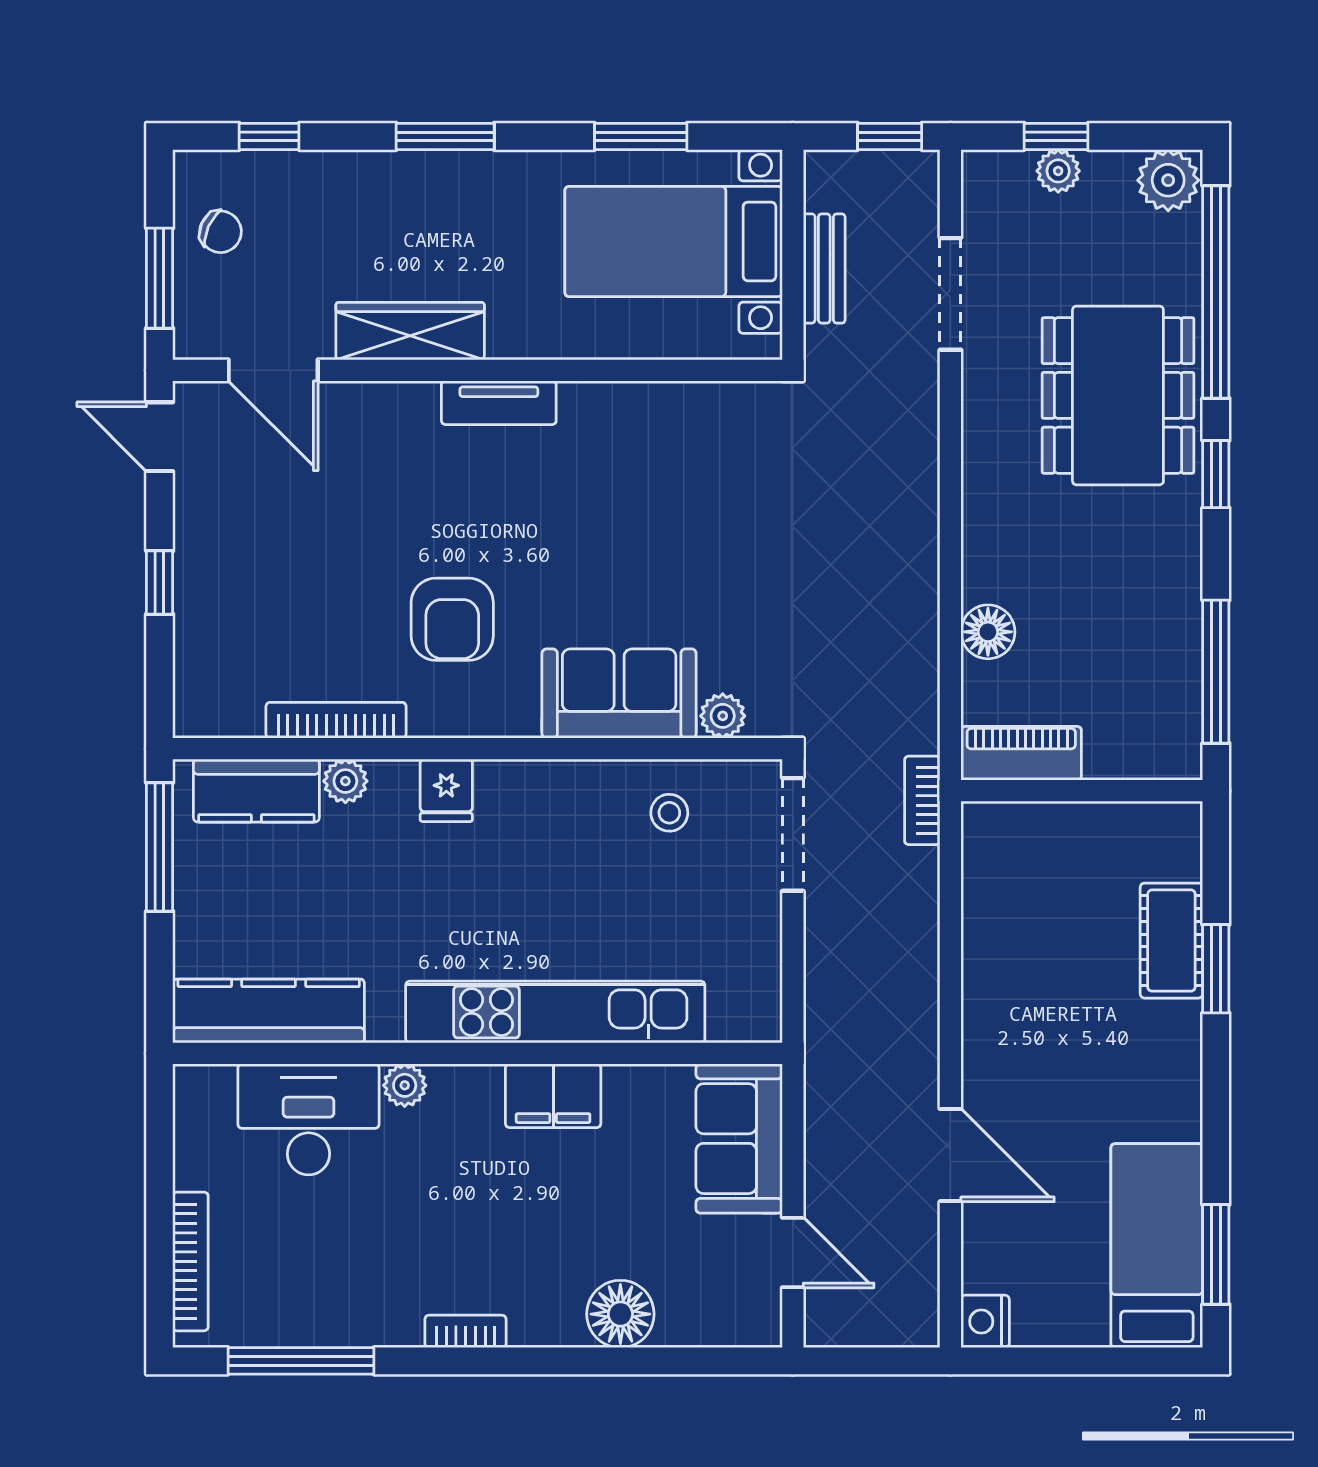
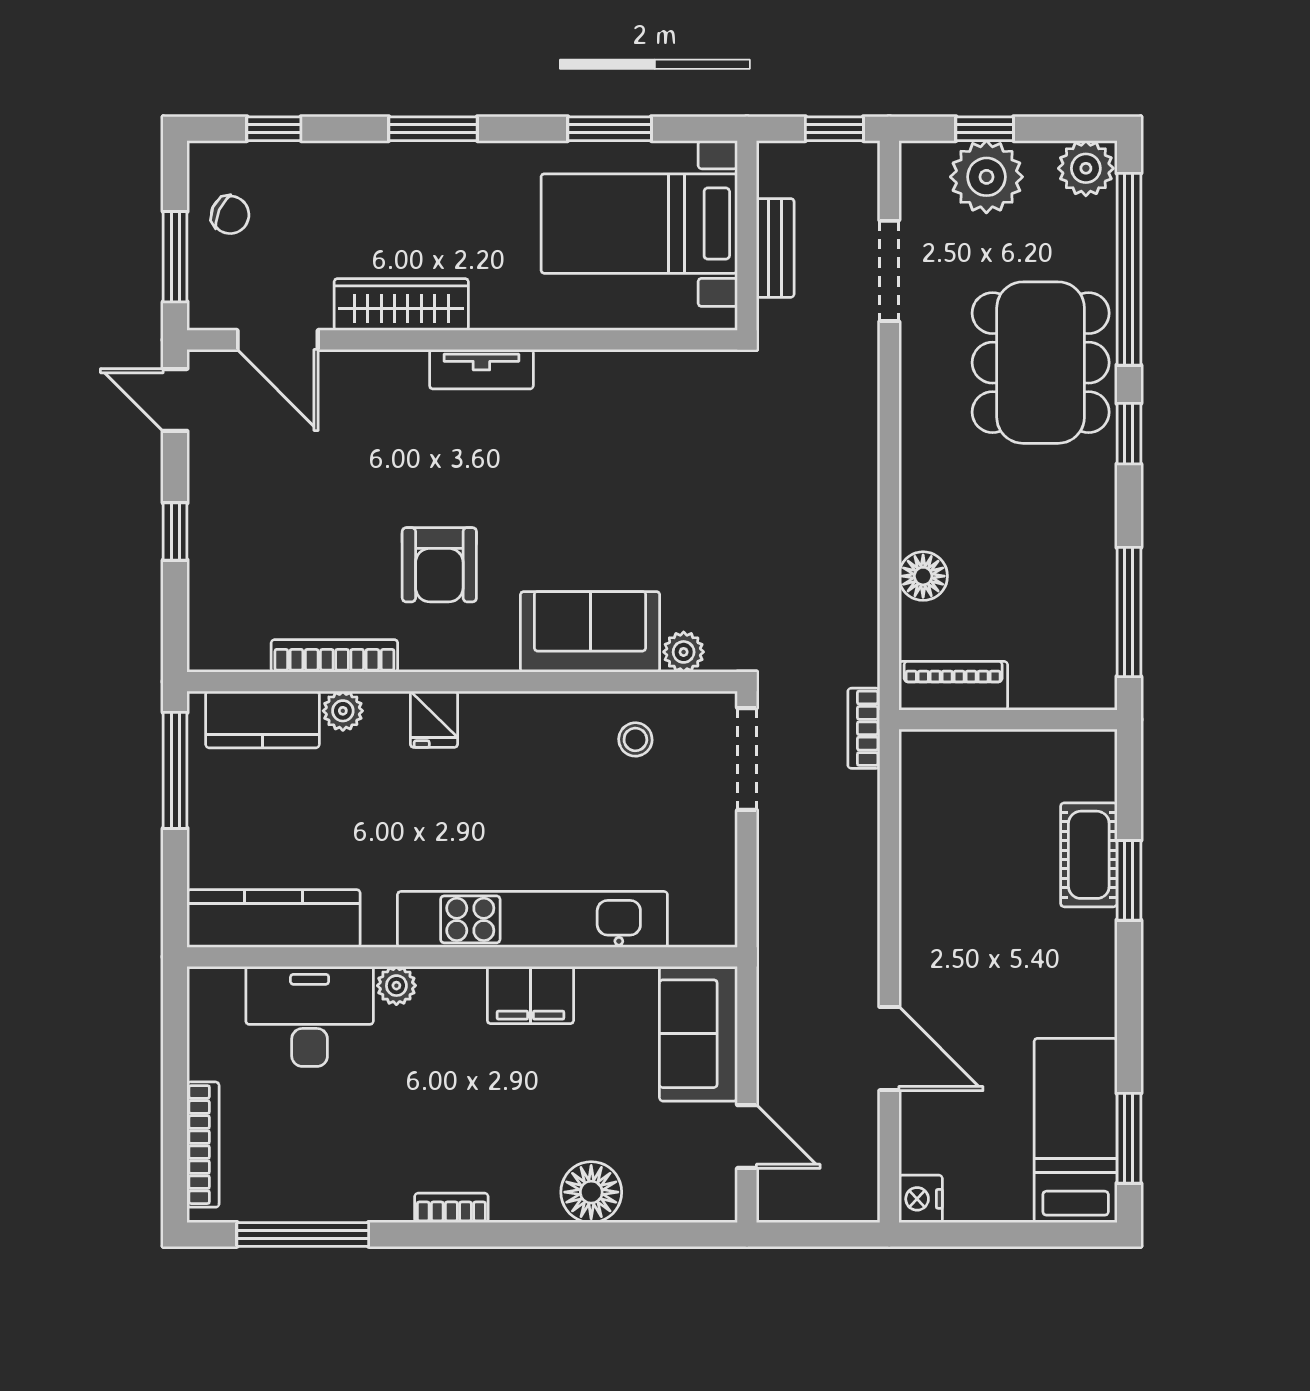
plant: (1058, 171) -> (986, 177), width x1.88, depth x1.88

